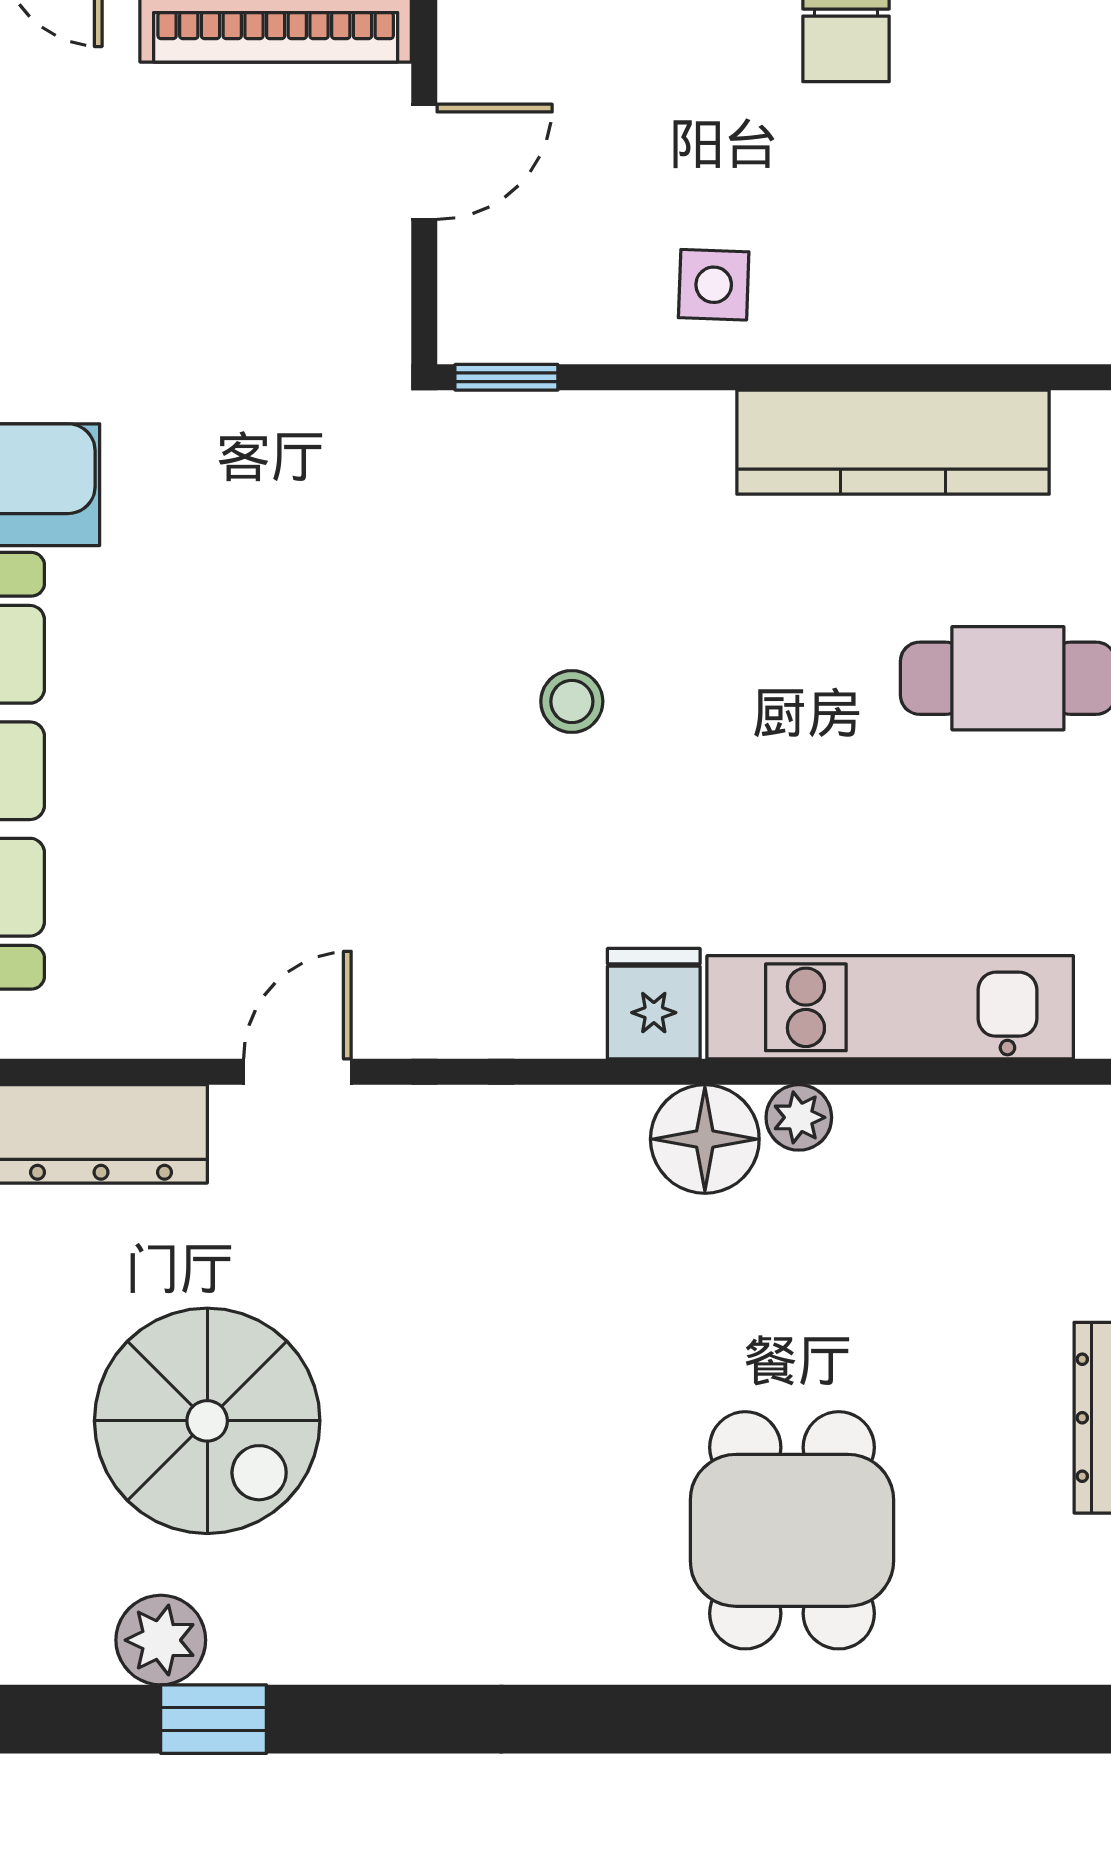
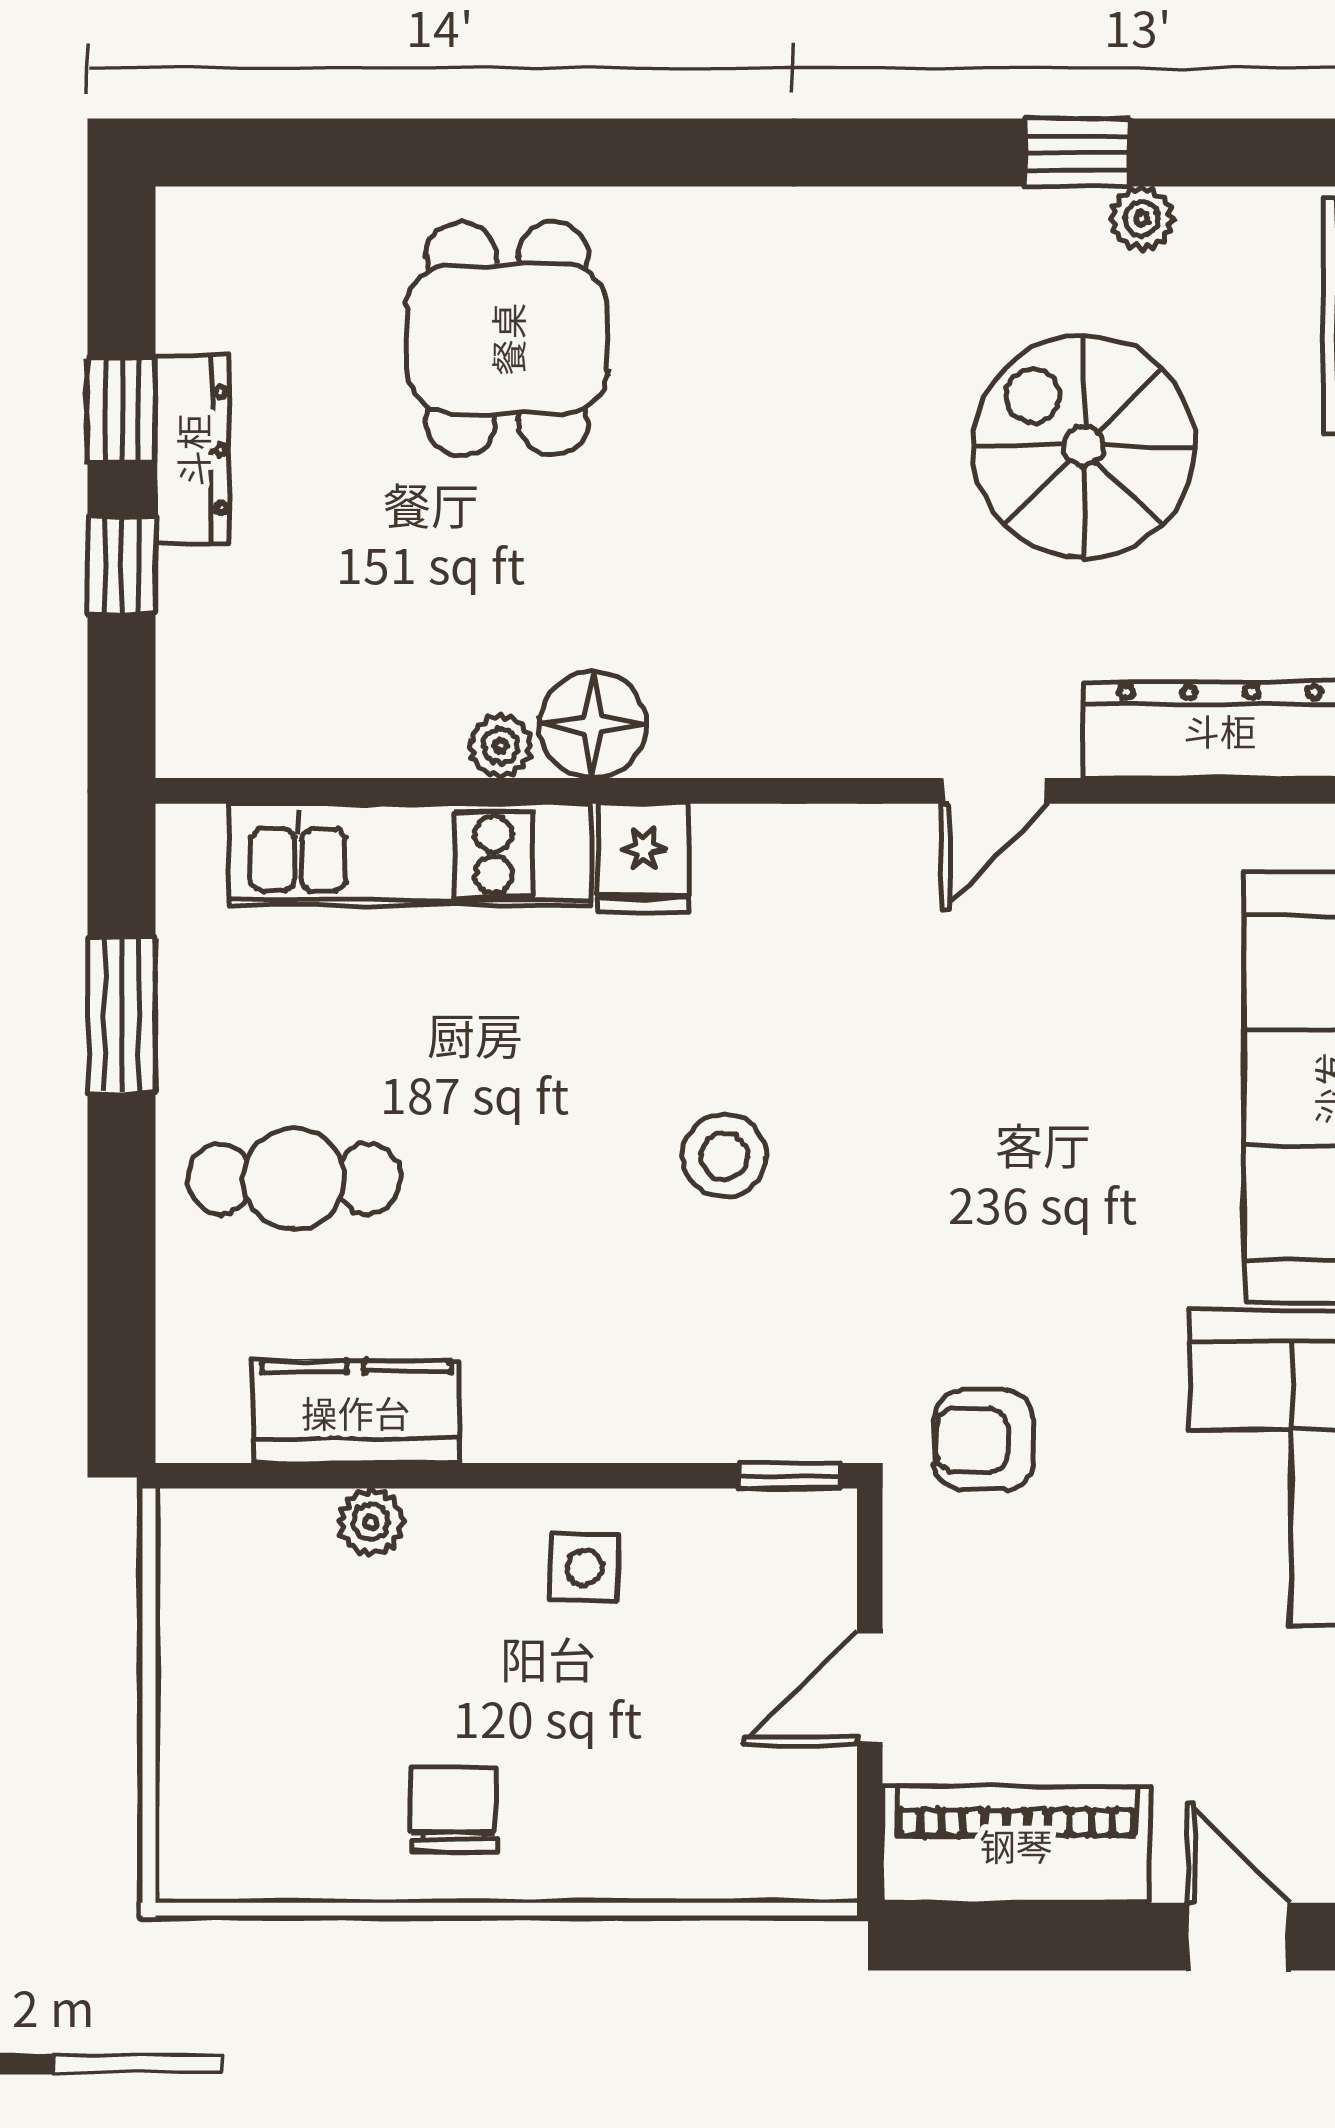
plant: (930, 330) -> (371, 1522), added
armchair: (309, 413) -> (984, 1441), added
kitchen counter: (893, 442) -> (356, 1412), width x0.67
stool: (572, 701) -> (724, 1156), width x1.37, depth x1.37
plant: (161, 1640) -> (1142, 218), width x0.73, depth x0.73

